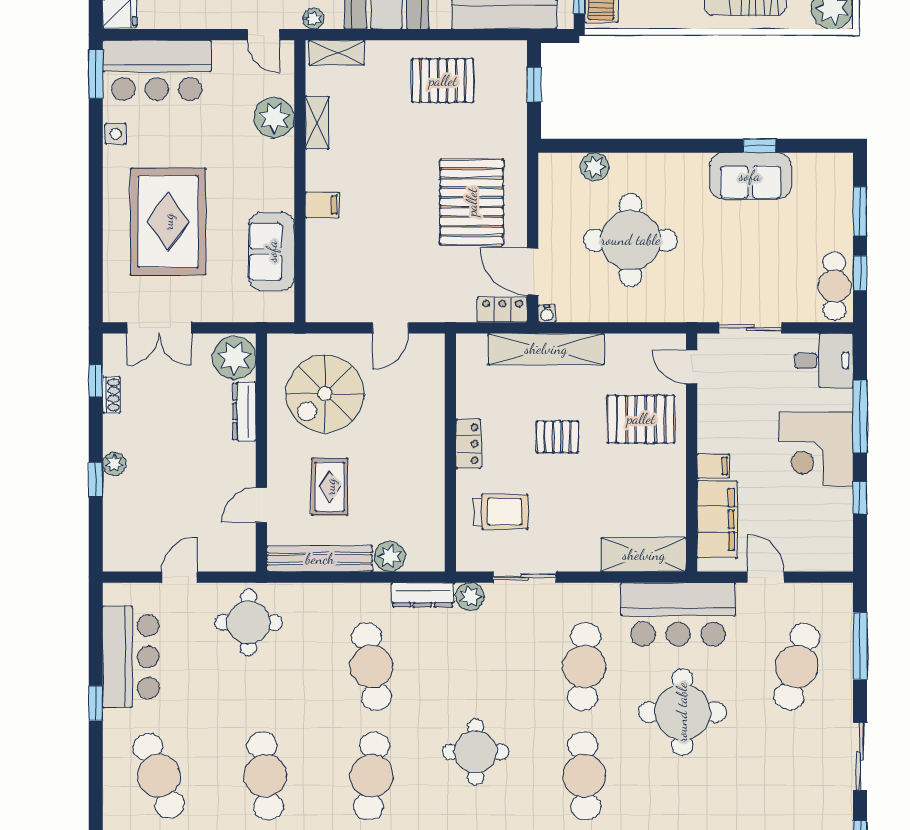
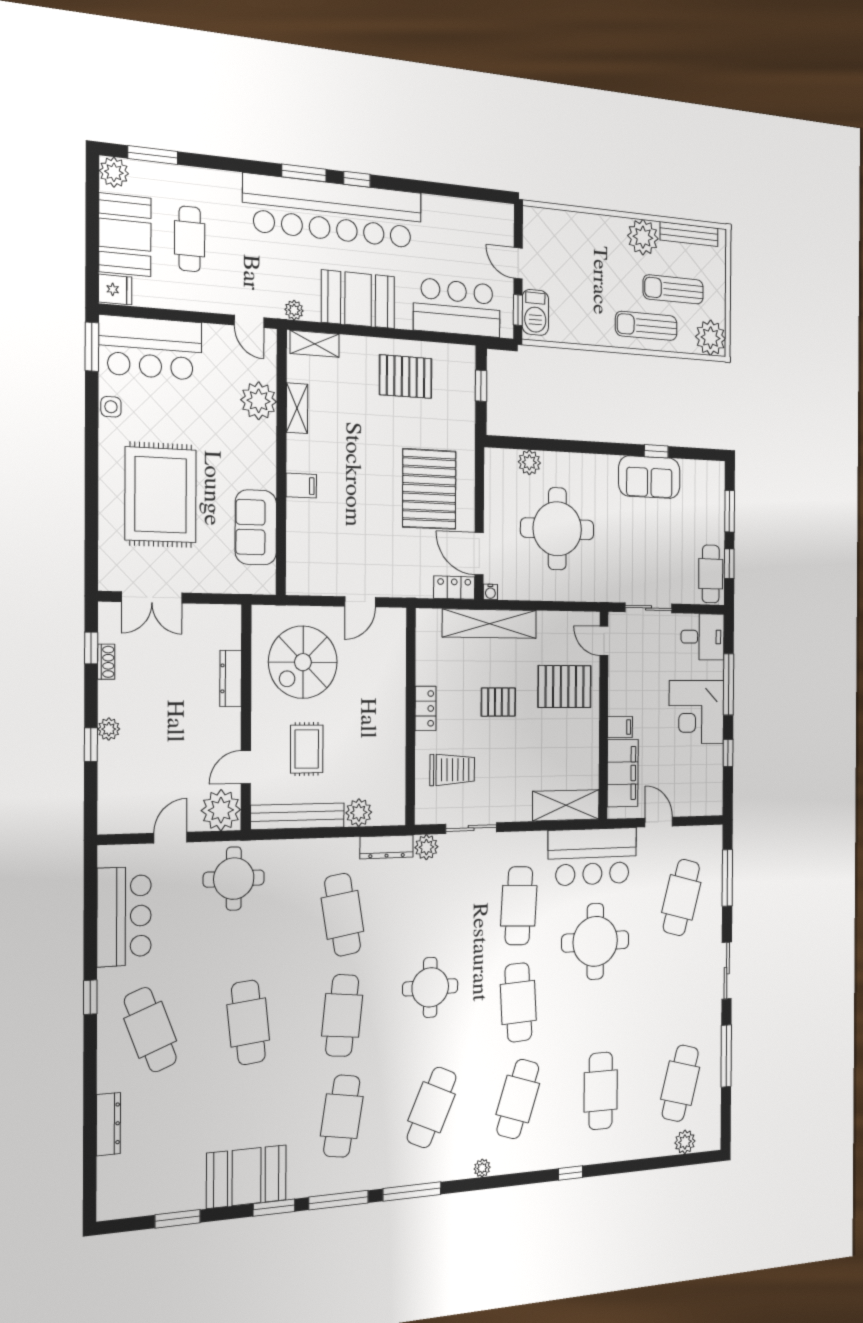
plant: (234, 358) -> (221, 810), moved
window: (96, 703) -> (90, 997), moved

